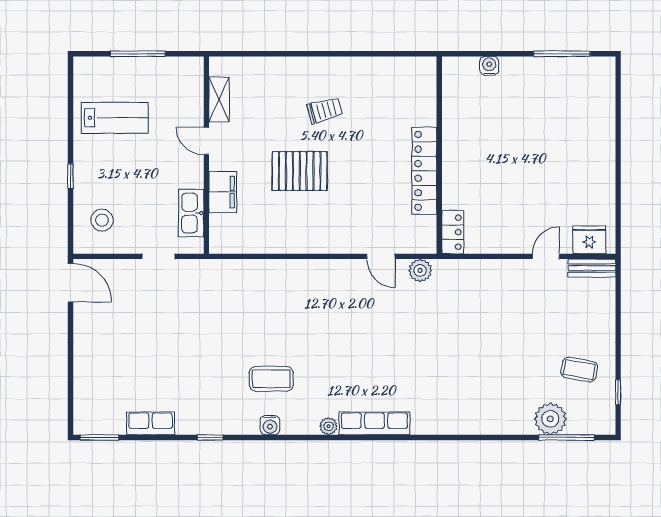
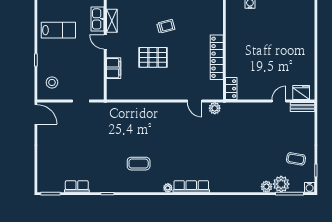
kitchen sink: (191, 213) -> (98, 19), moved
plant: (521, 424) -> (266, 187), added
water cooler: (270, 425) -> (310, 187), moved

